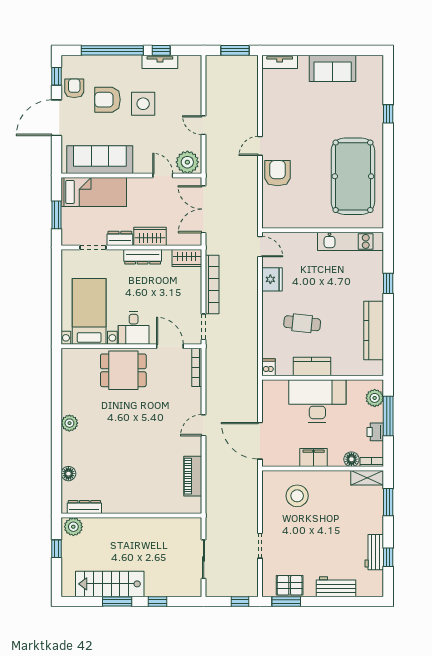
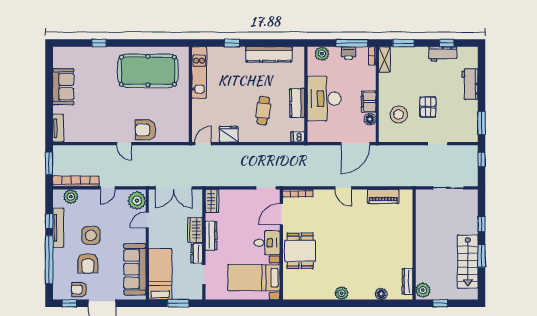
tv unit: (160, 62) -> (58, 228), width x1.41
plant: (193, 78) -> (71, 197), added
bookcase: (212, 284) -> (76, 181), moved
window: (388, 416) -> (352, 43), moved
floor lamp: (351, 459) -> (370, 119), moved
pallet: (290, 585) -> (428, 107), moved

